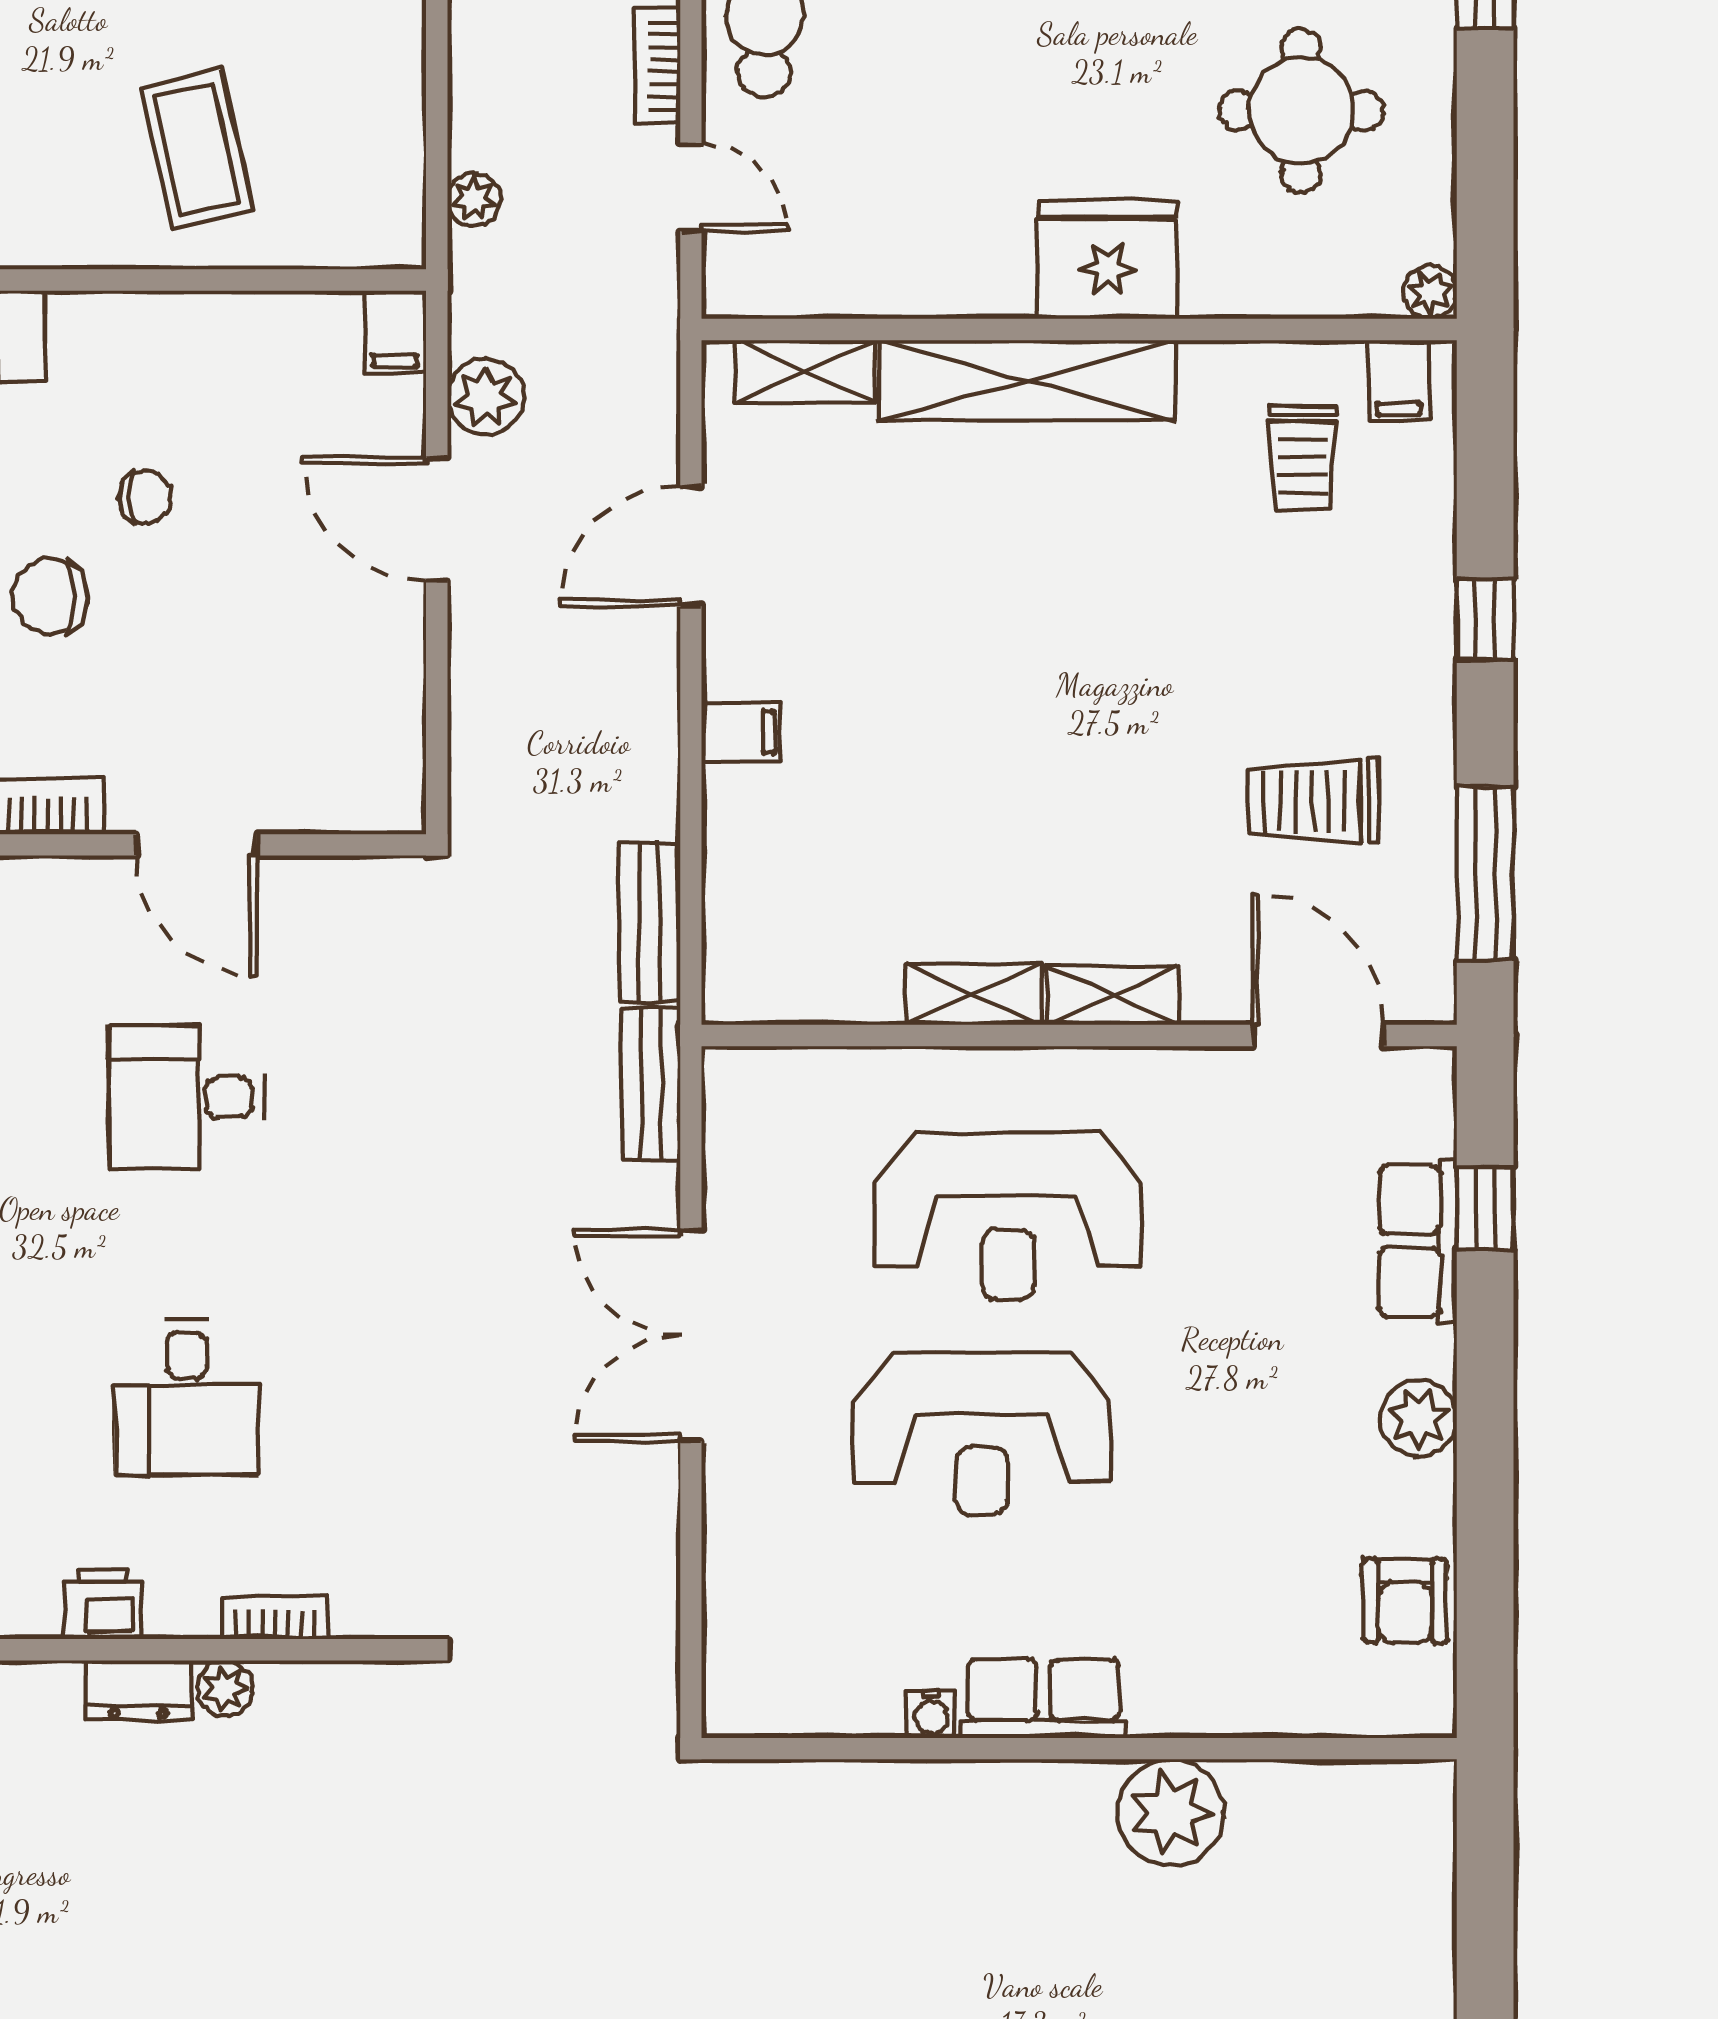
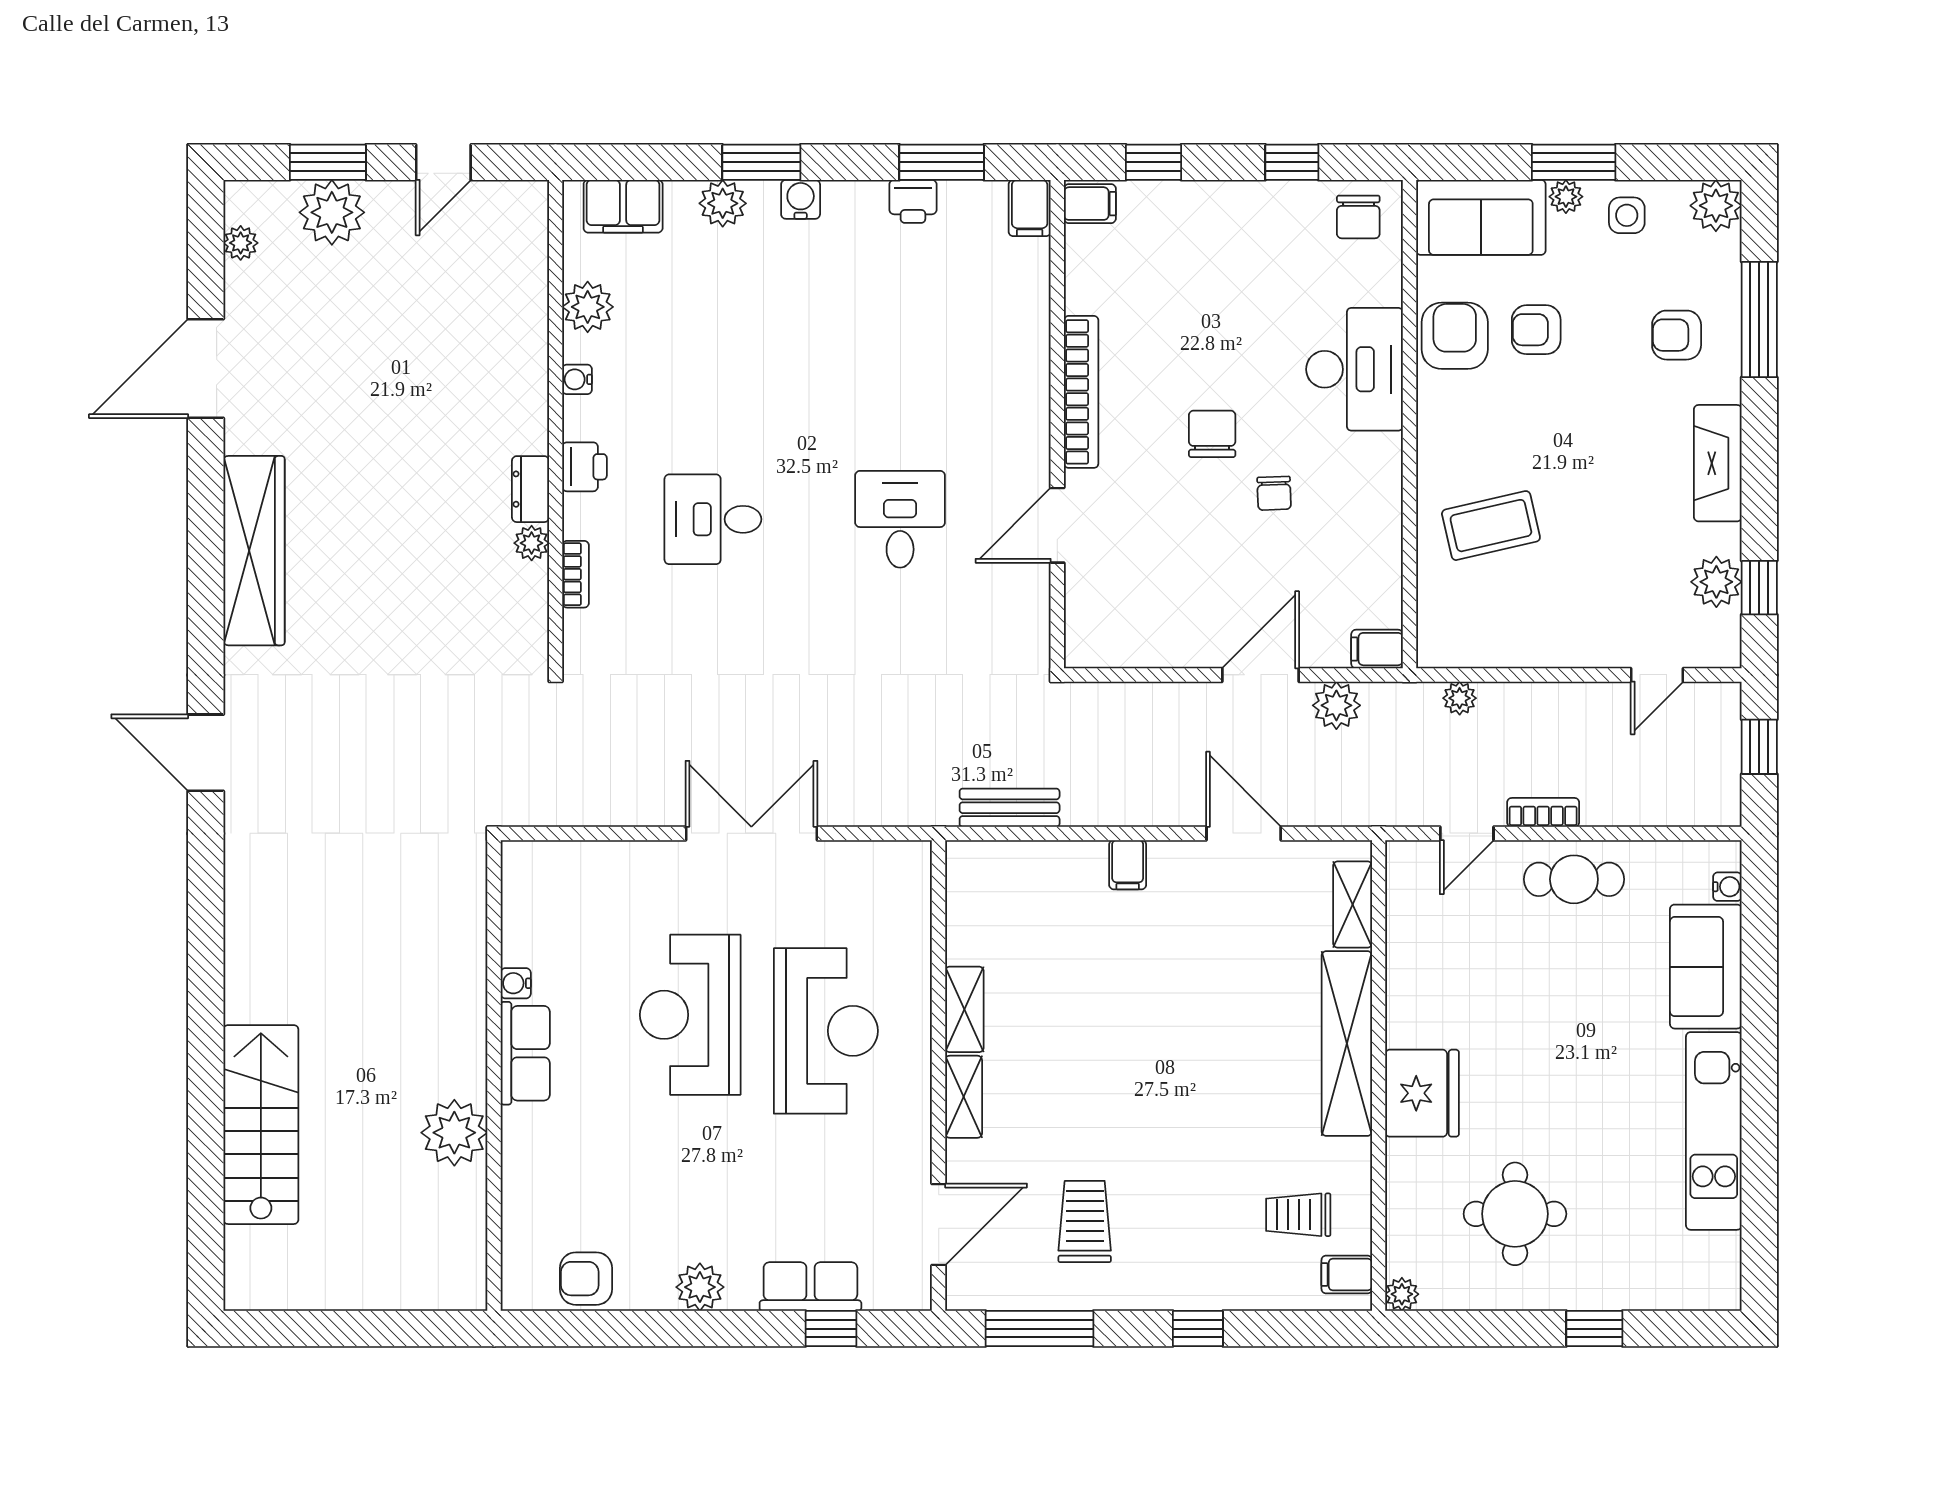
bench: (651, 1084) -> (908, 809), removed
reception desk: (1008, 1216) -> (826, 1031), turned 180

